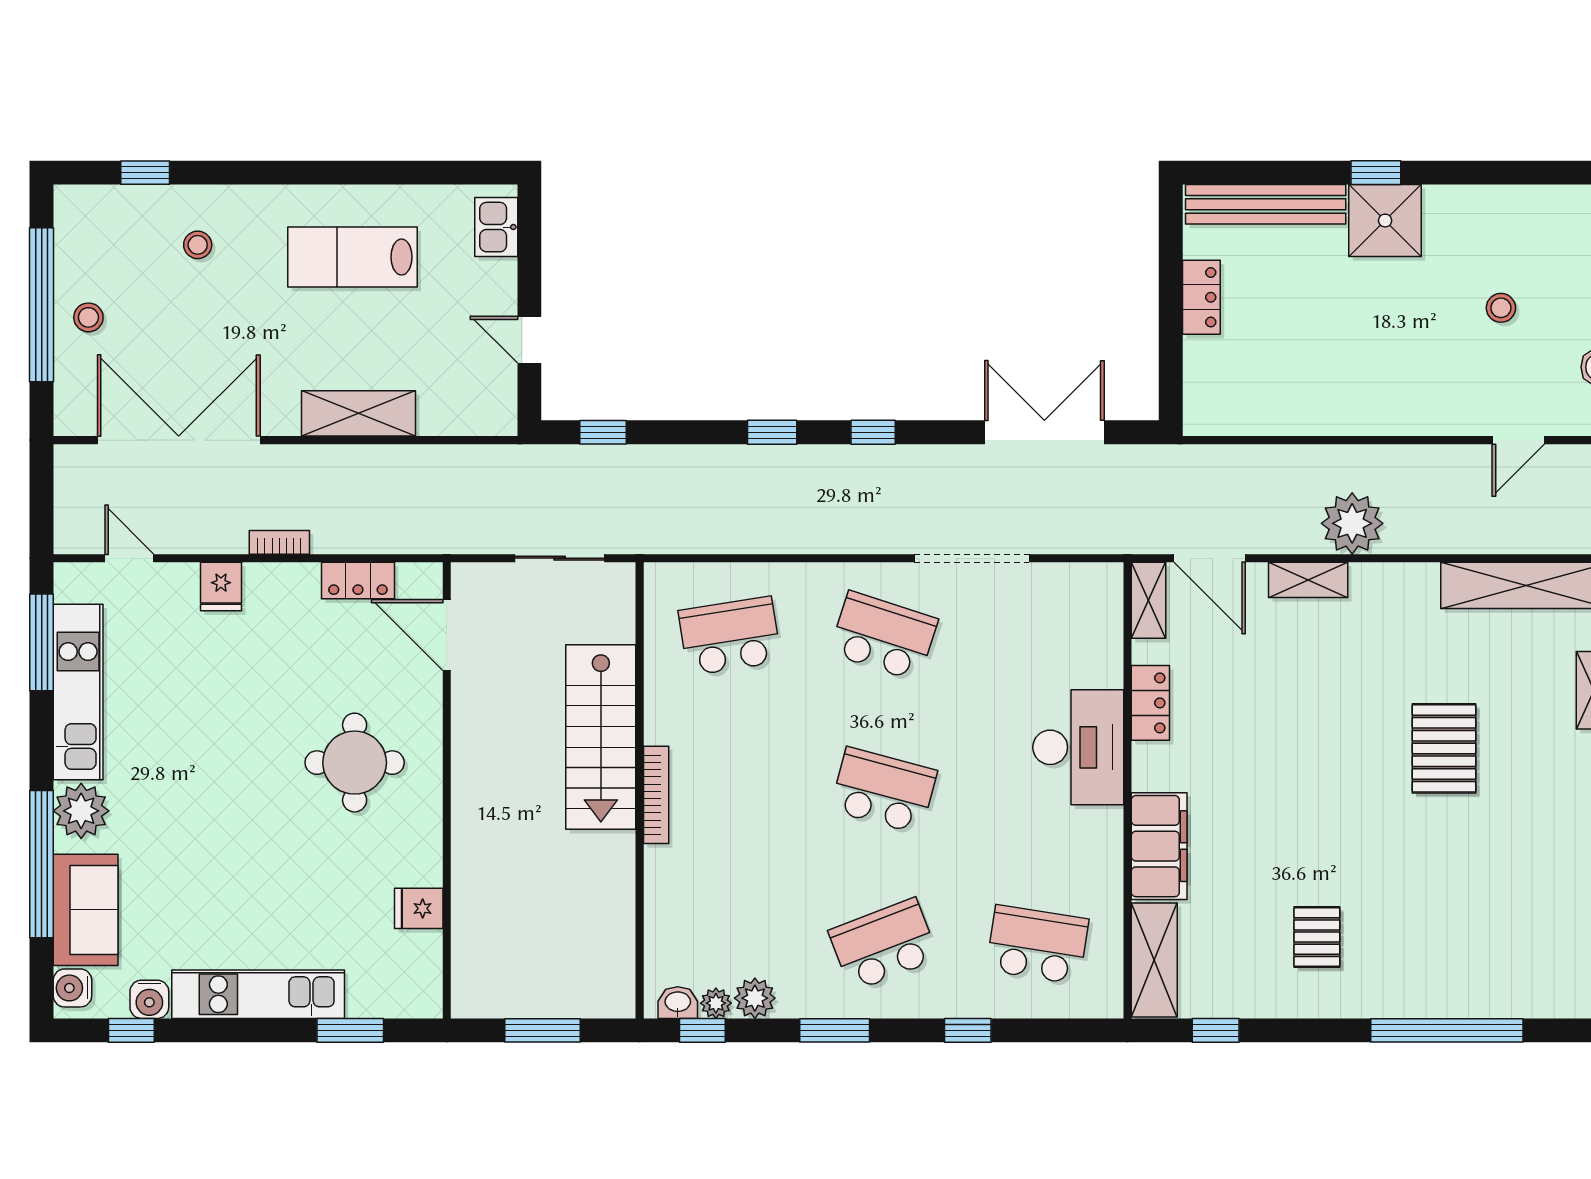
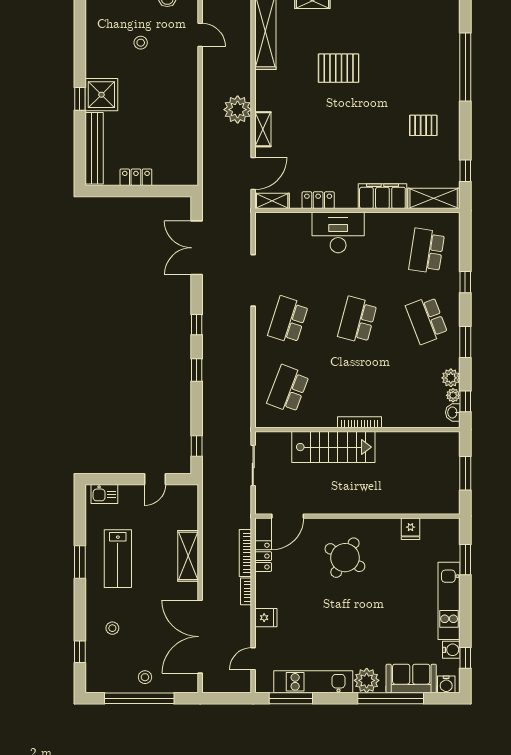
window: (345, 173) -> (80, 562), added
bookcase: (365, 541) -> (245, 553), added
school desk: (730, 636) -> (288, 389), turned 30
round table: (355, 763) -> (345, 558), turned 31

